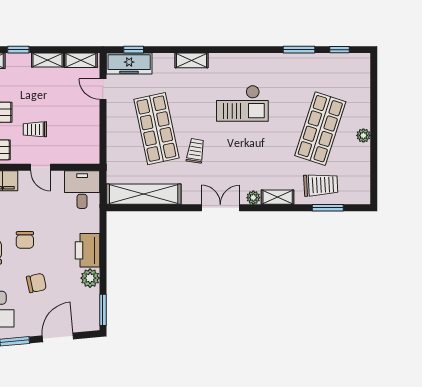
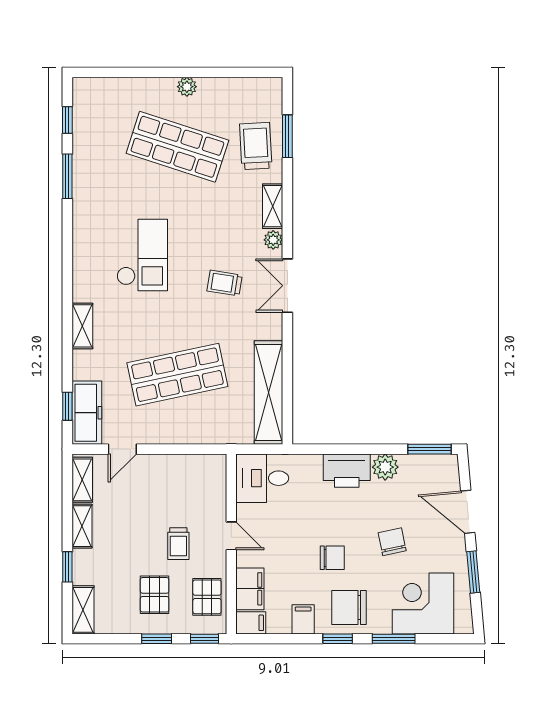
trolley: (195, 151) -> (225, 283), moved
door: (41, 167) -> (231, 536), hinge flipped

